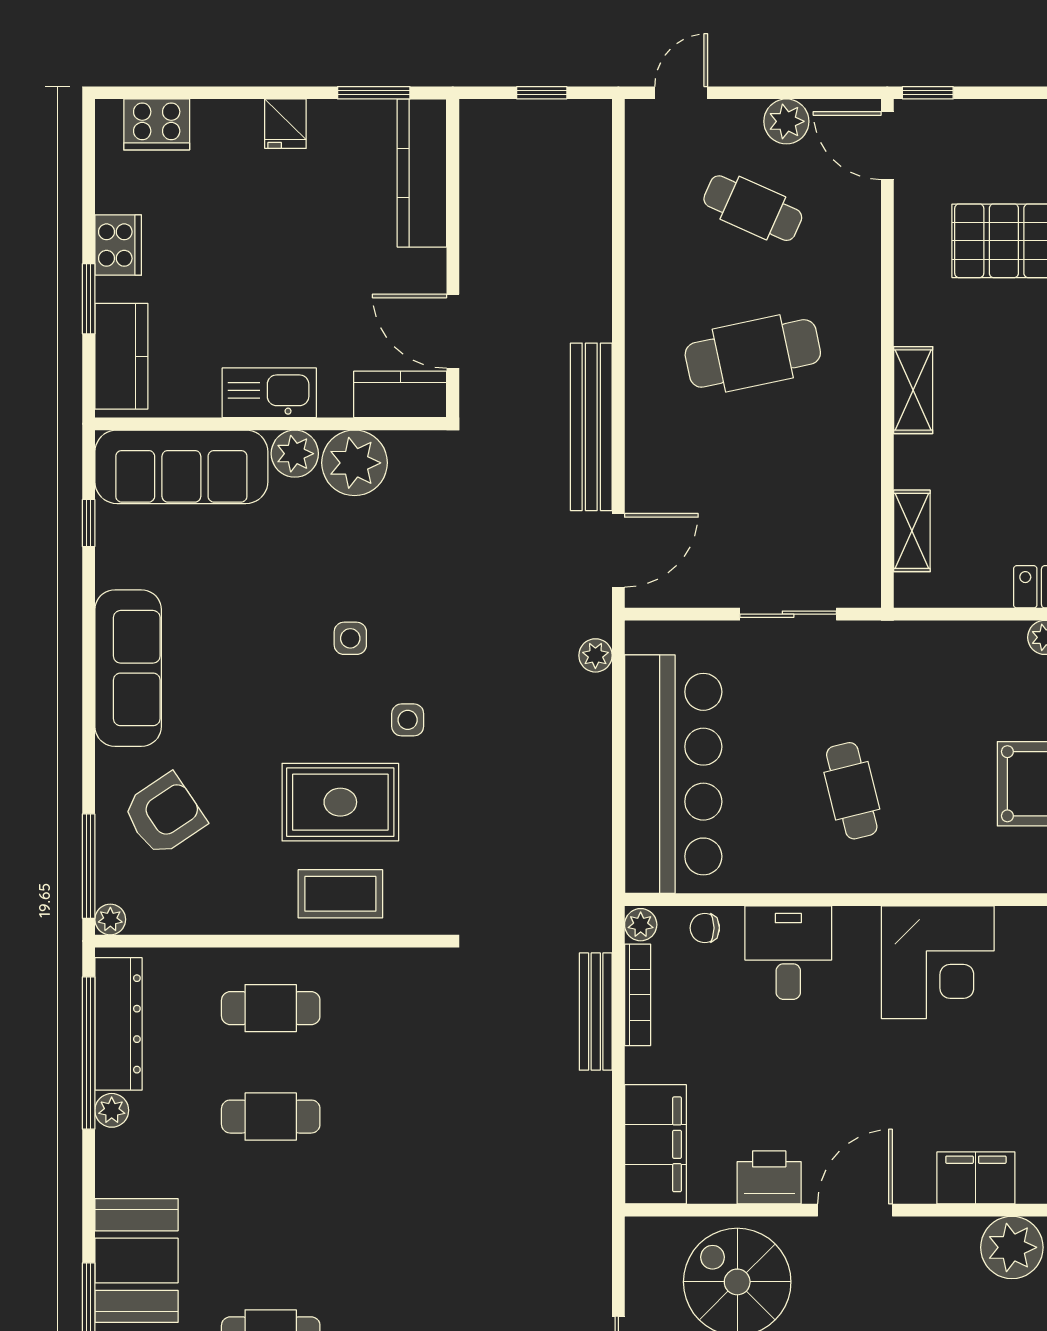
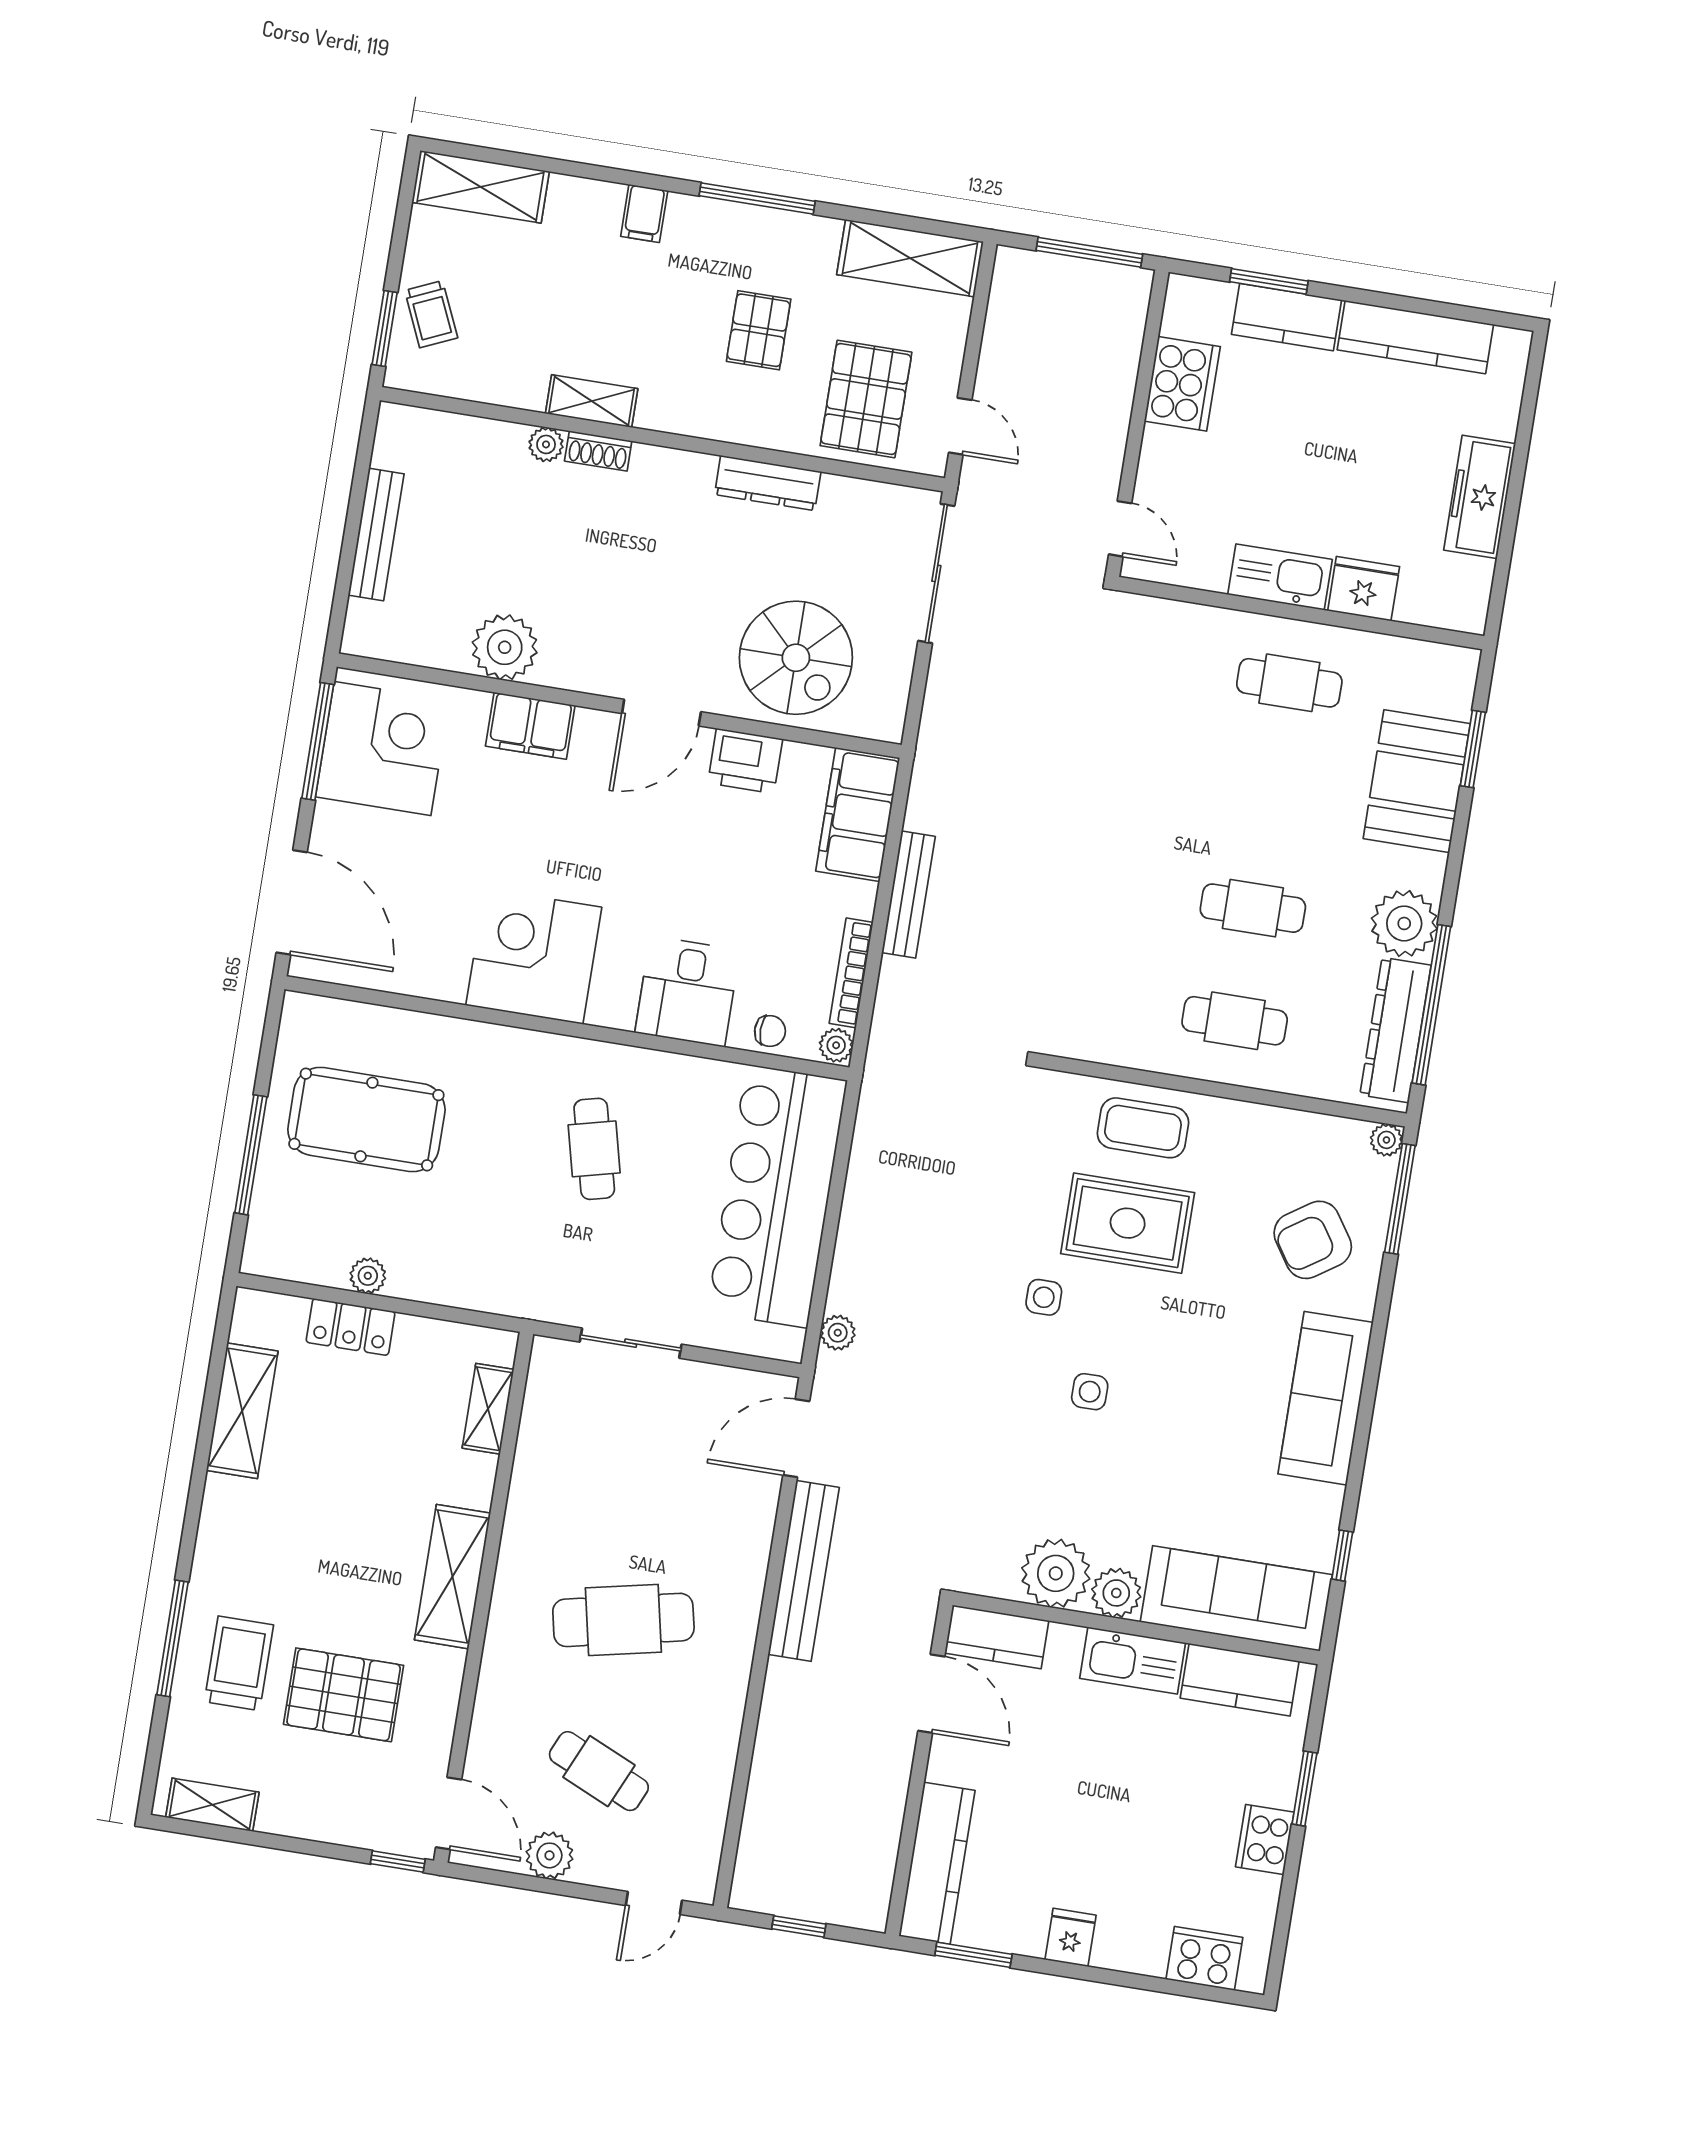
kitchen counter: (121, 356) -> (1240, 1680), moved, turned -90
shelving: (913, 390) -> (453, 1577), width x1.50, depth x1.33
bench: (596, 1012) -> (908, 895), moved
plant: (112, 1110) -> (1404, 923), width x1.87, depth x1.87

